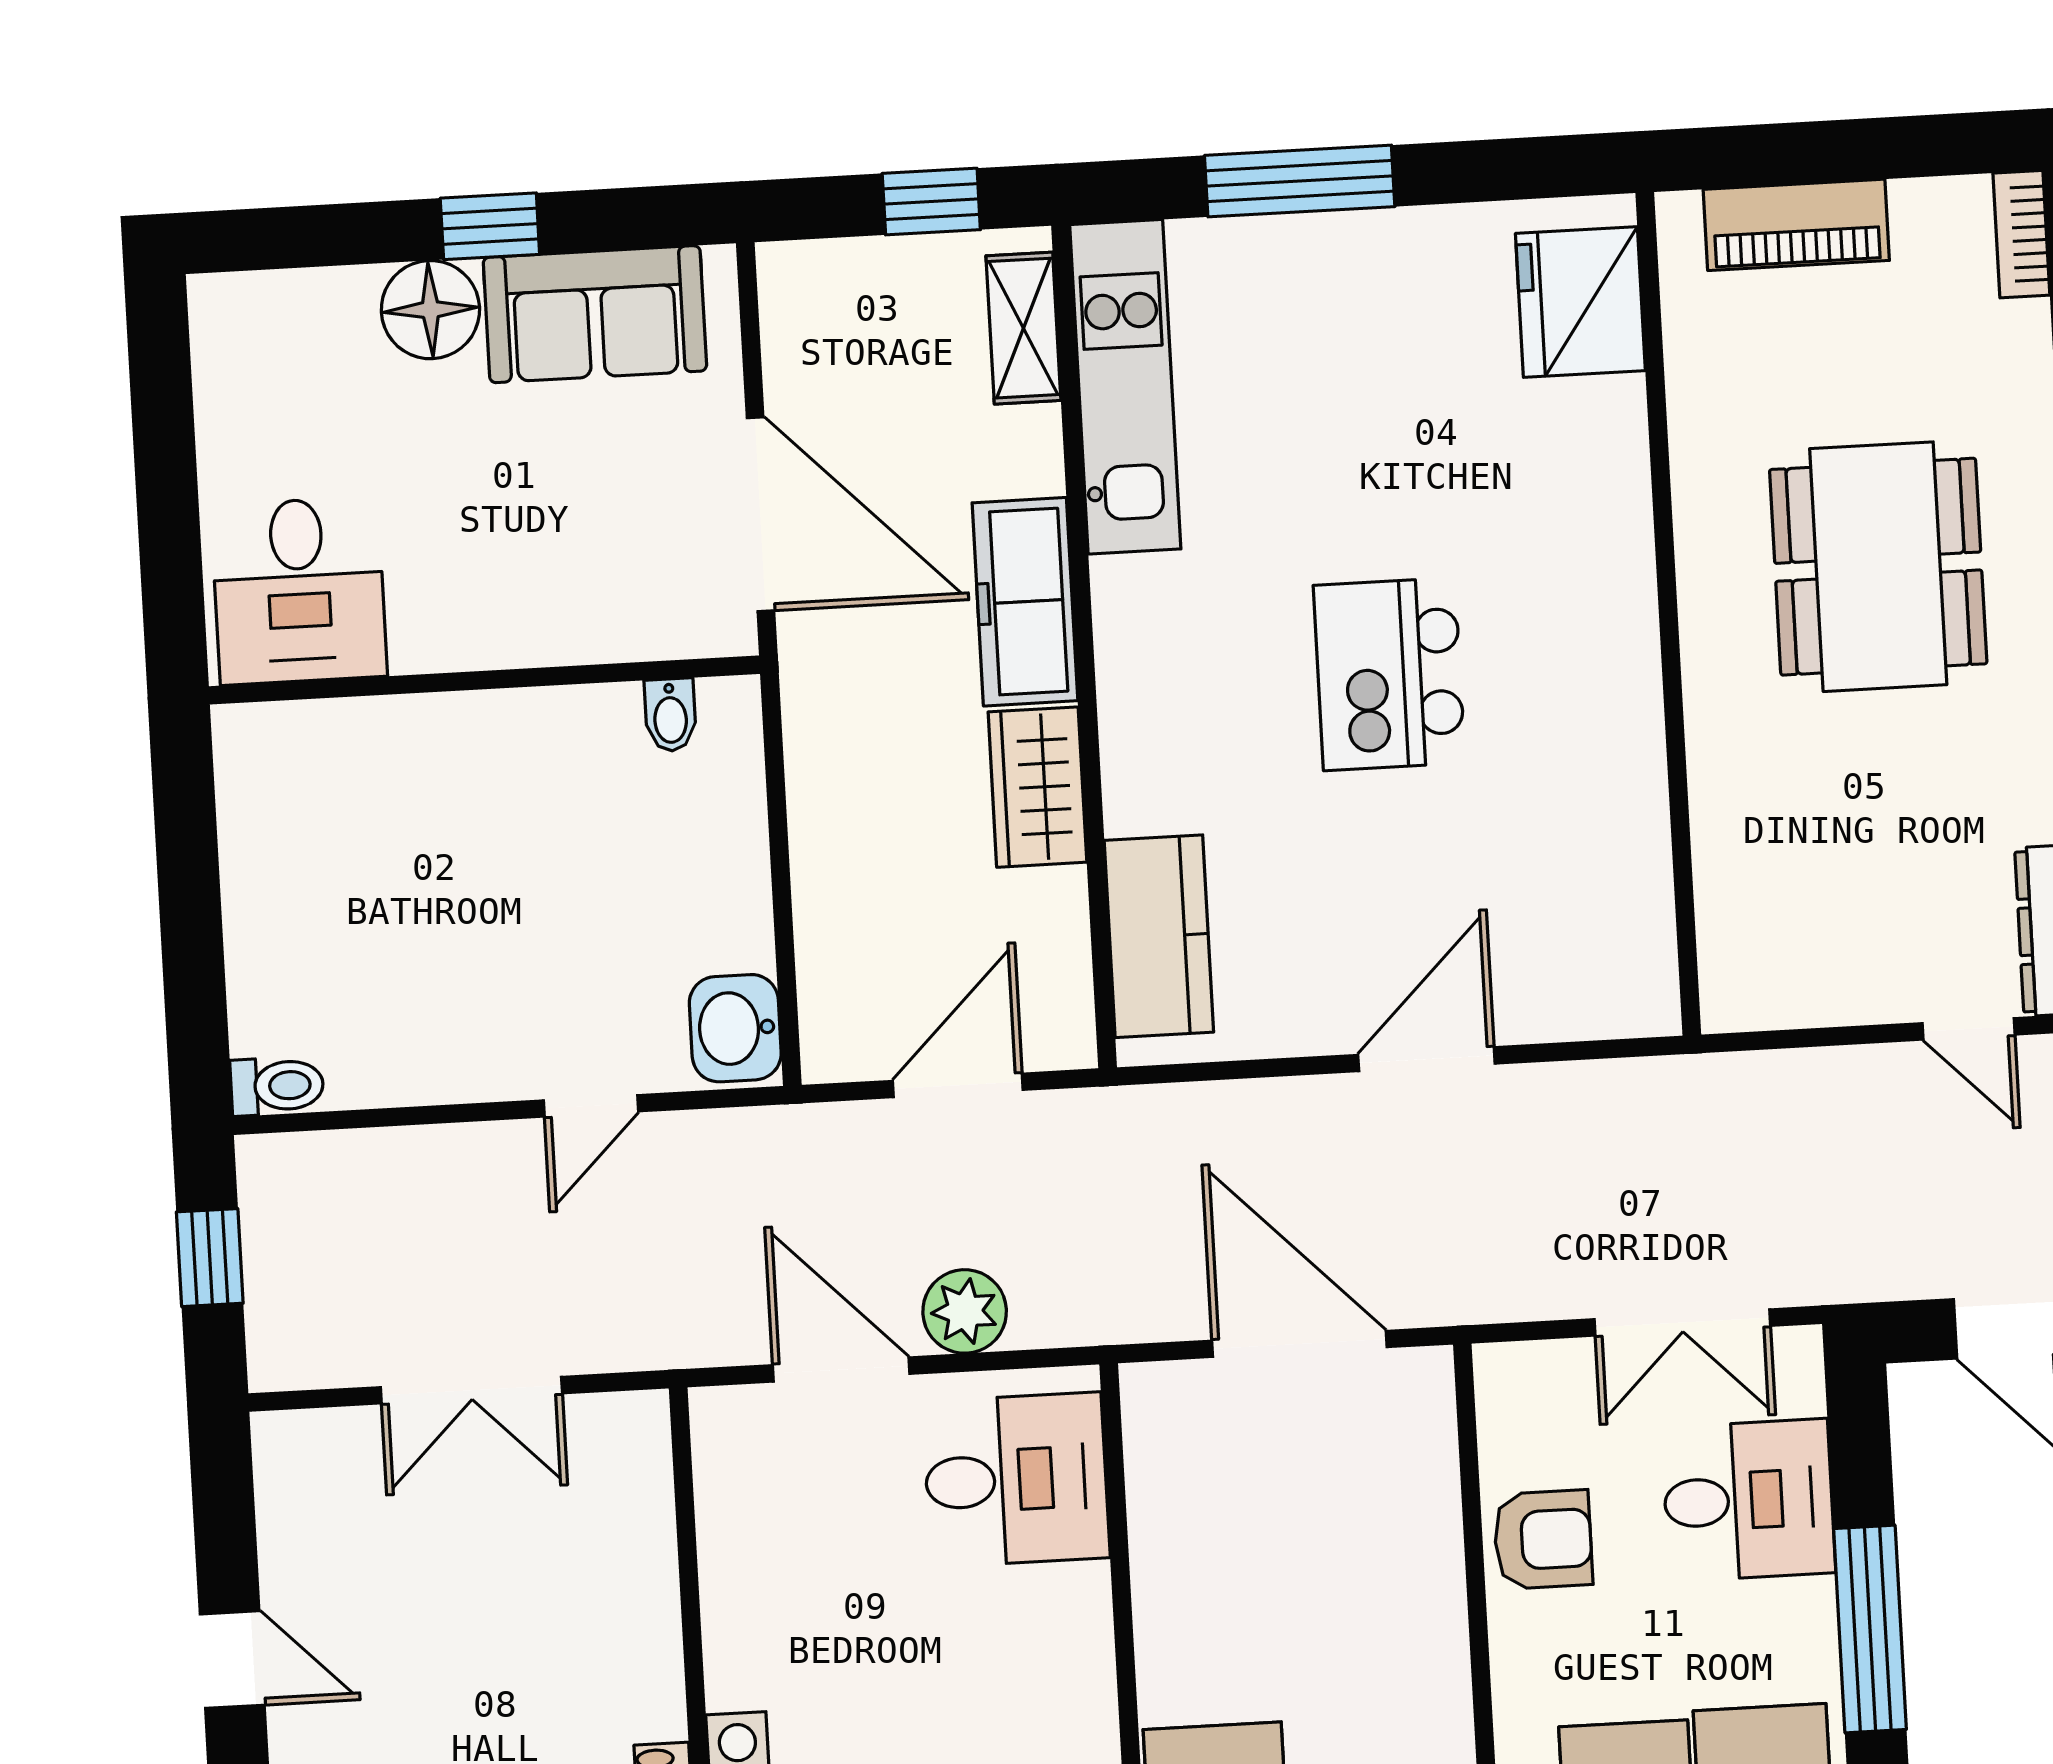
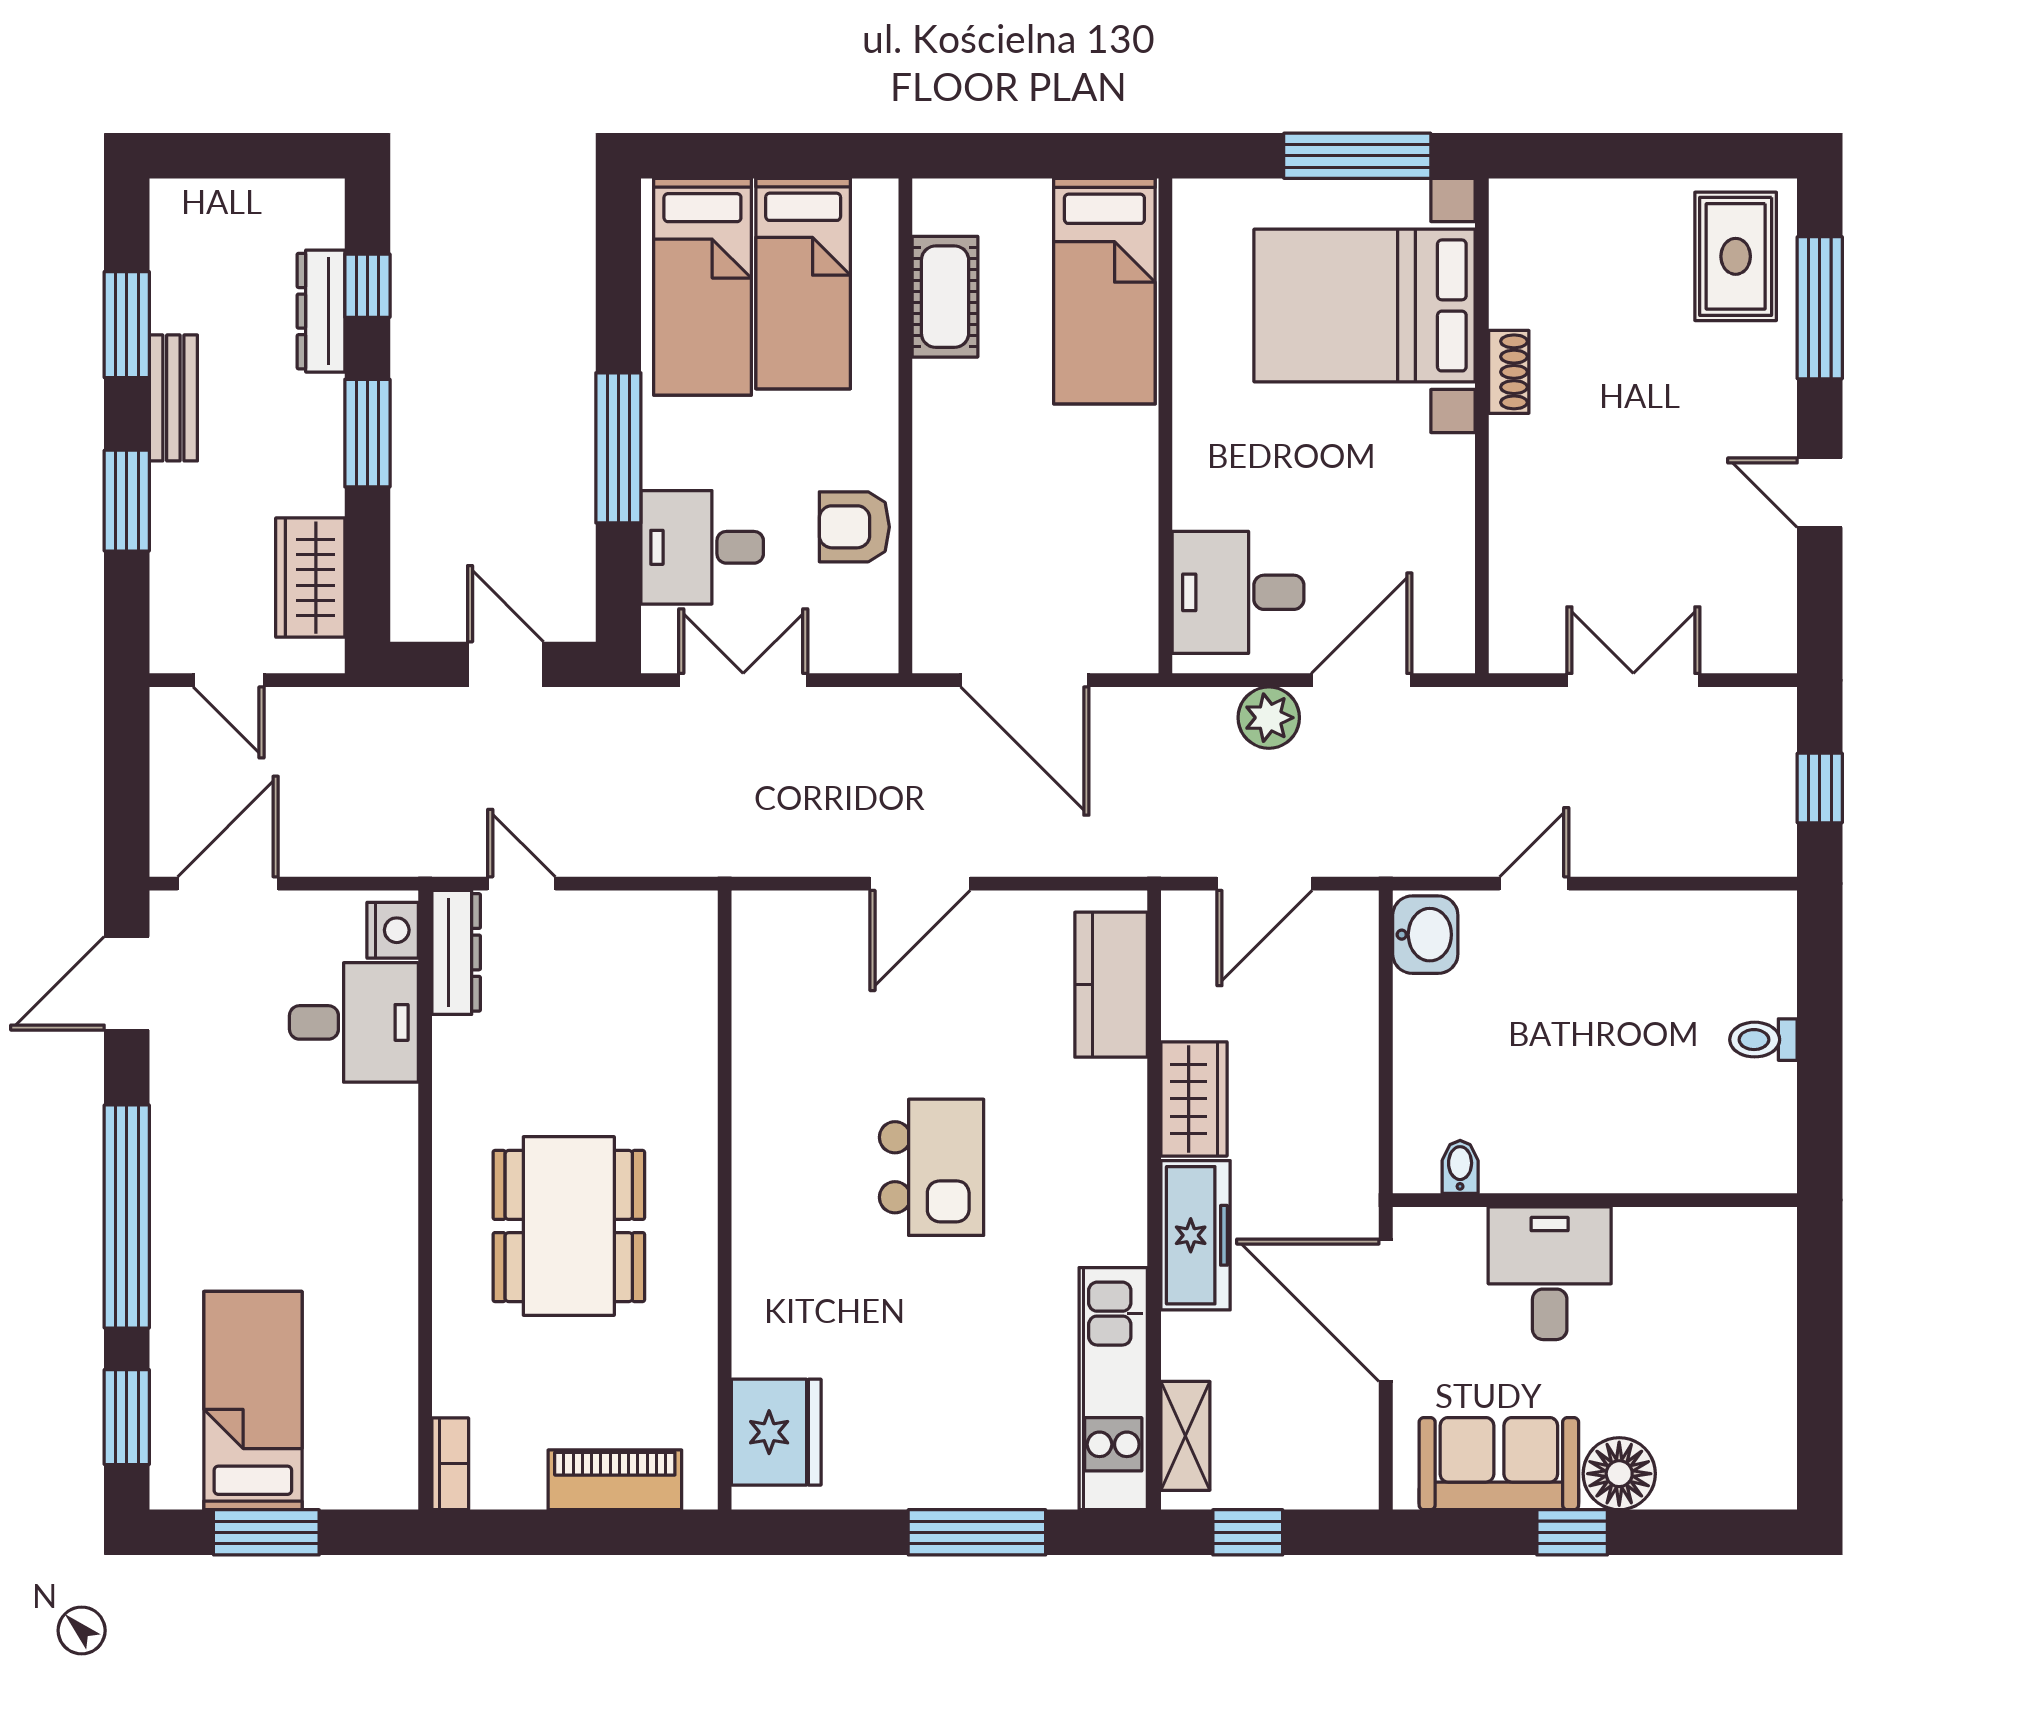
desk: (299, 591) -> (1550, 1273), moved
toilet: (277, 1086) -> (1763, 1040), moved
door: (841, 1370) -> (1362, 680), swing flipped

